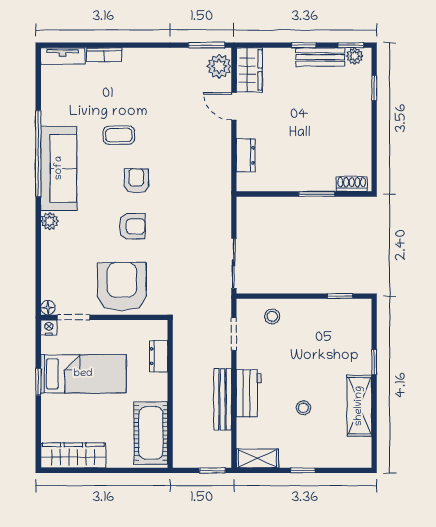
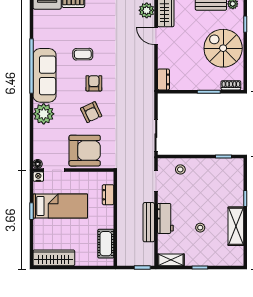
spiral stairs: (339, 126) -> (223, 48), added
dresser: (246, 155) -> (163, 79), moved
plant: (50, 221) -> (44, 114), width x1.87, depth x1.87
armchair: (132, 226) -> (91, 112), turned 65
armchair: (122, 287) -> (85, 151), turned 90
cot: (151, 433) -> (106, 244), width x0.73, depth x0.75

